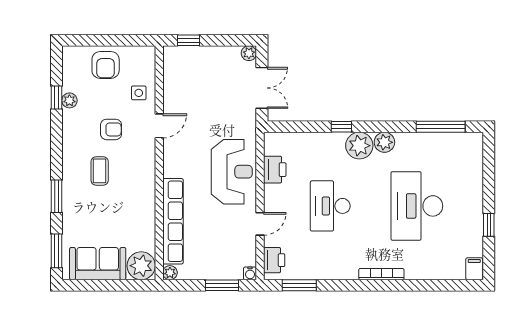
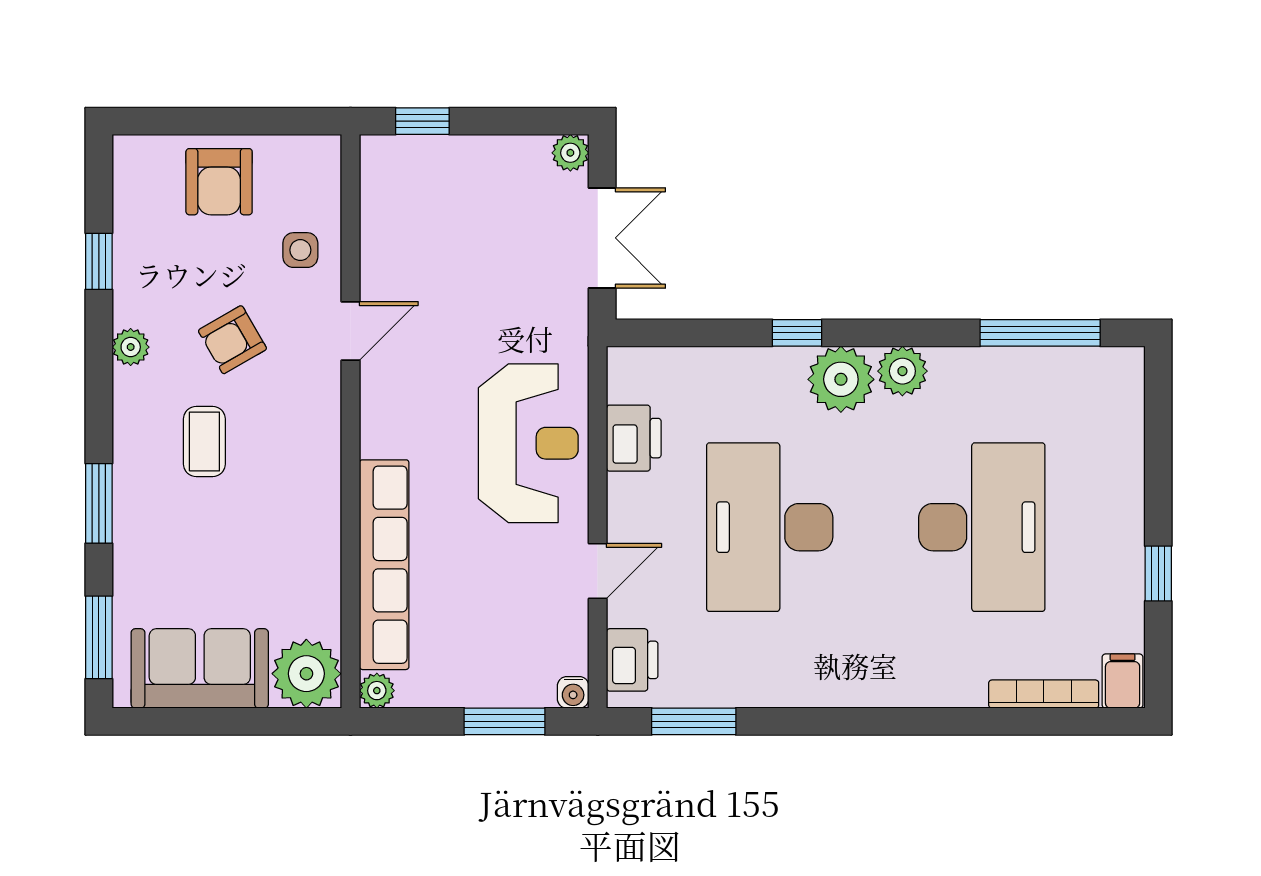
plant: (69, 100) -> (131, 347), moved
armchair: (111, 129) -> (232, 340), turned 150
desk: (330, 206) -> (770, 527), width x1.36, depth x1.30
desk: (417, 206) -> (982, 527), turned 180
bookcase: (381, 274) -> (1044, 694), moved

